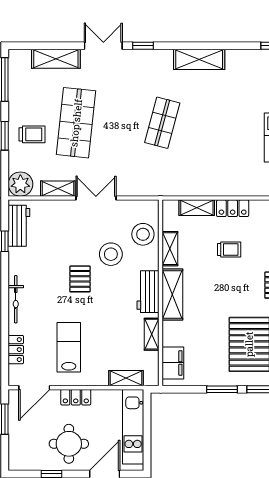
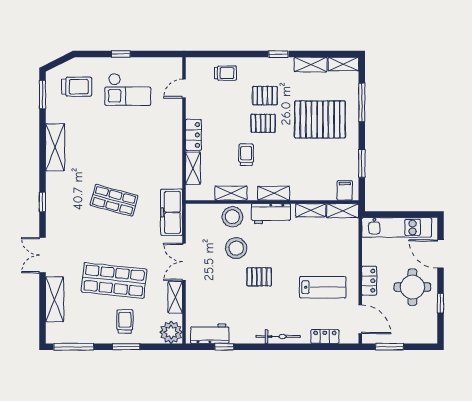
window: (143, 46) -> (42, 202), moved
shelving: (199, 59) -> (55, 147), moved
freezer: (149, 185) -> (172, 212), added
stool: (143, 234) -> (232, 217), moved
trolley: (229, 250) -> (246, 155), moved
pallet: (245, 283) -> (263, 123), added
shelving: (172, 295) -> (274, 193), width x0.67, depth x0.75
lab bench: (69, 347) -> (323, 287), turned 180
filing cabinet: (173, 363) -> (345, 190), width x0.50
shelving: (126, 378) -> (343, 211), moved, turned 90
window: (222, 389) -> (362, 163), moved

